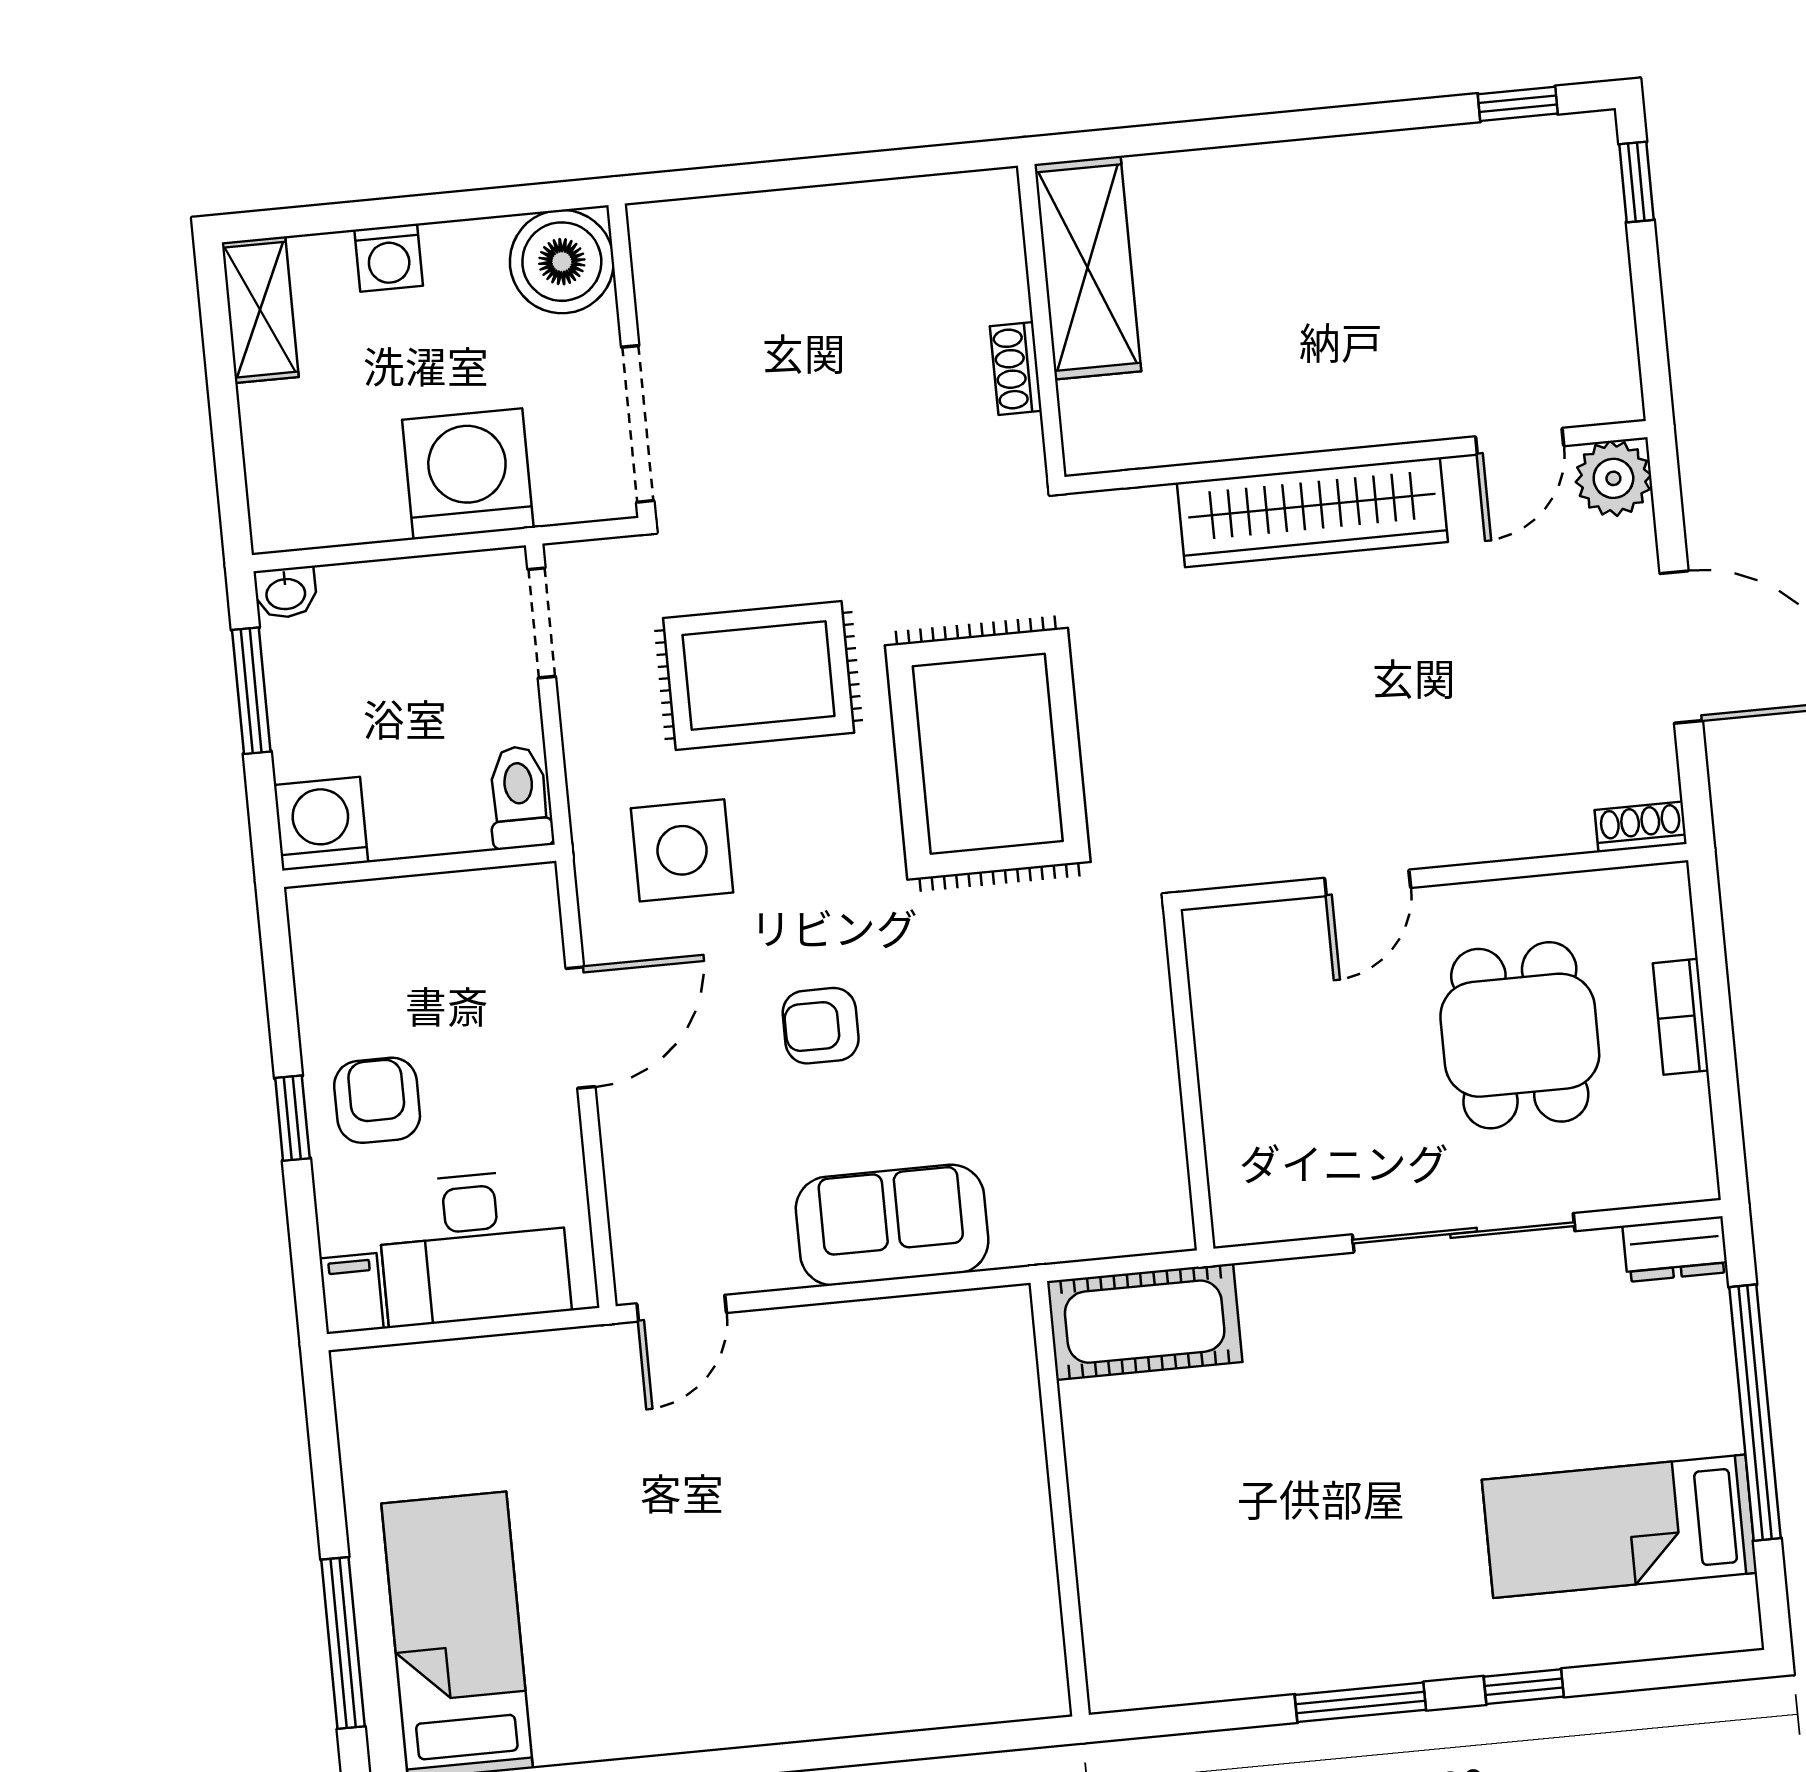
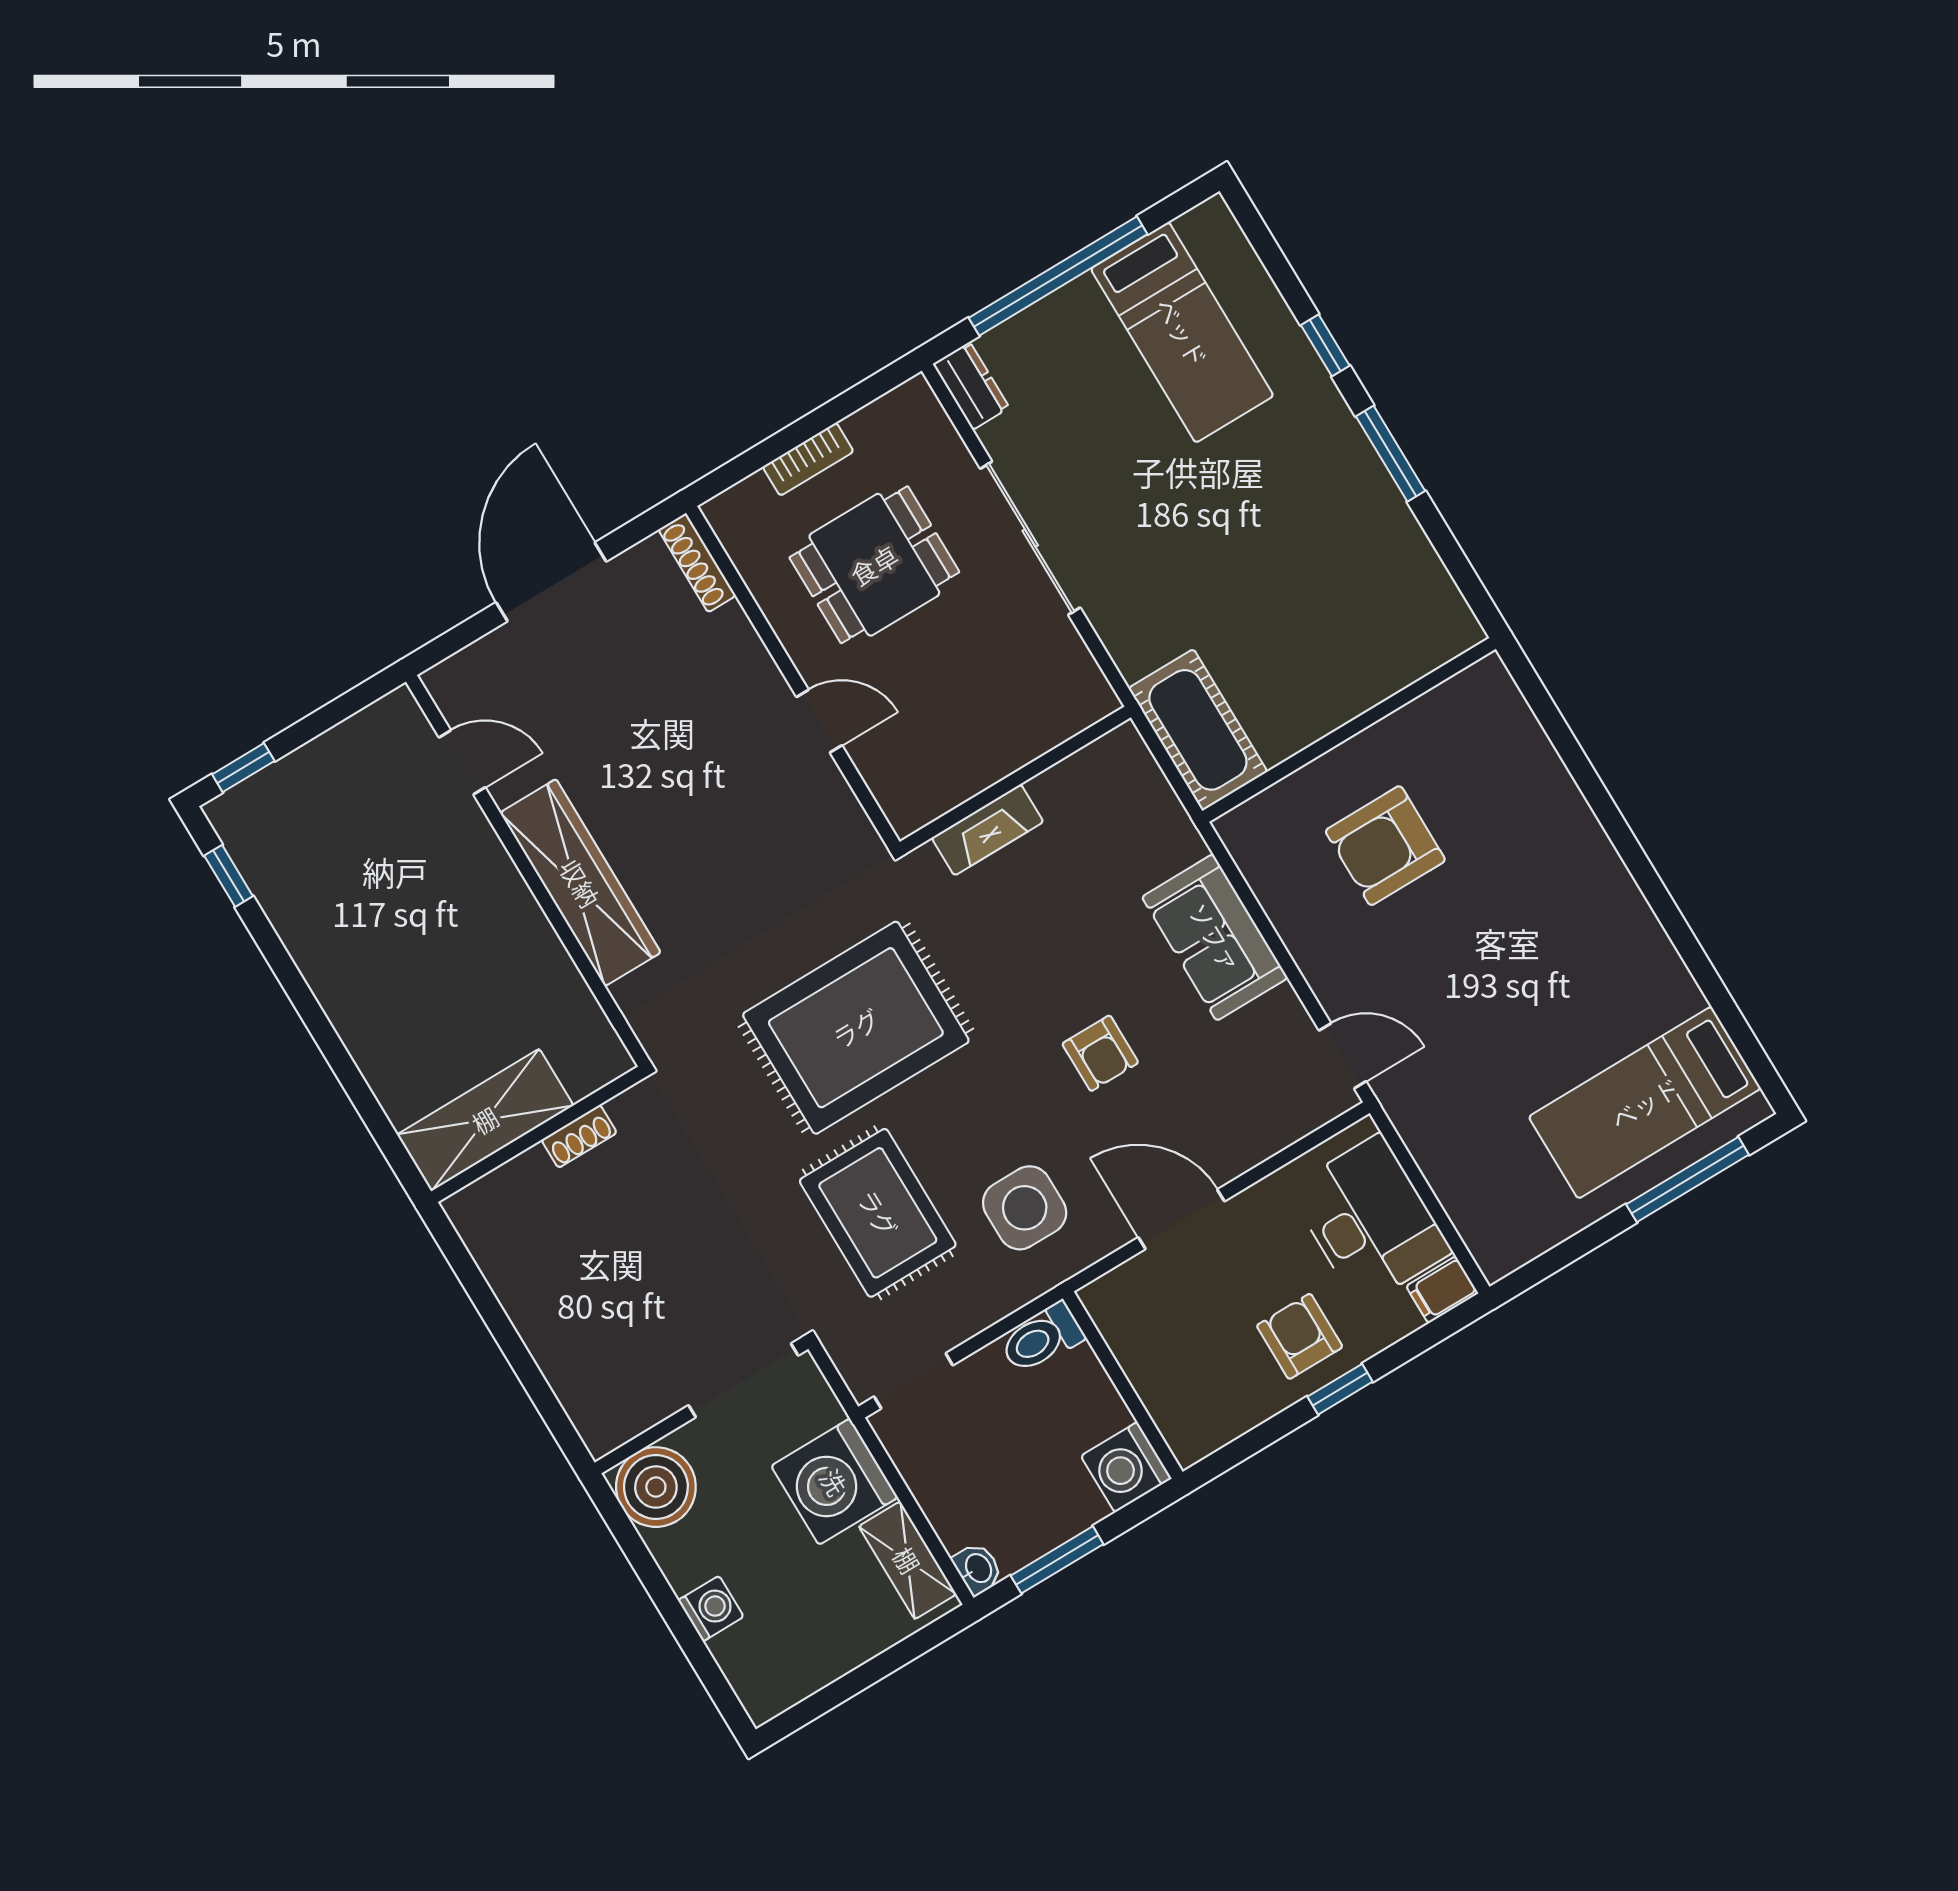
shelving: (260, 310) -> (907, 1560), moved, turned 90
plant: (1613, 478) -> (457, 685), removed
shoe rack: (1641, 827) -> (697, 563), width x1.43
fireplace: (1146, 1019) -> (988, 830), added
armchair: (377, 1100) -> (1300, 1336), turned 90
armchair: (904, 1476) -> (1385, 846), added

